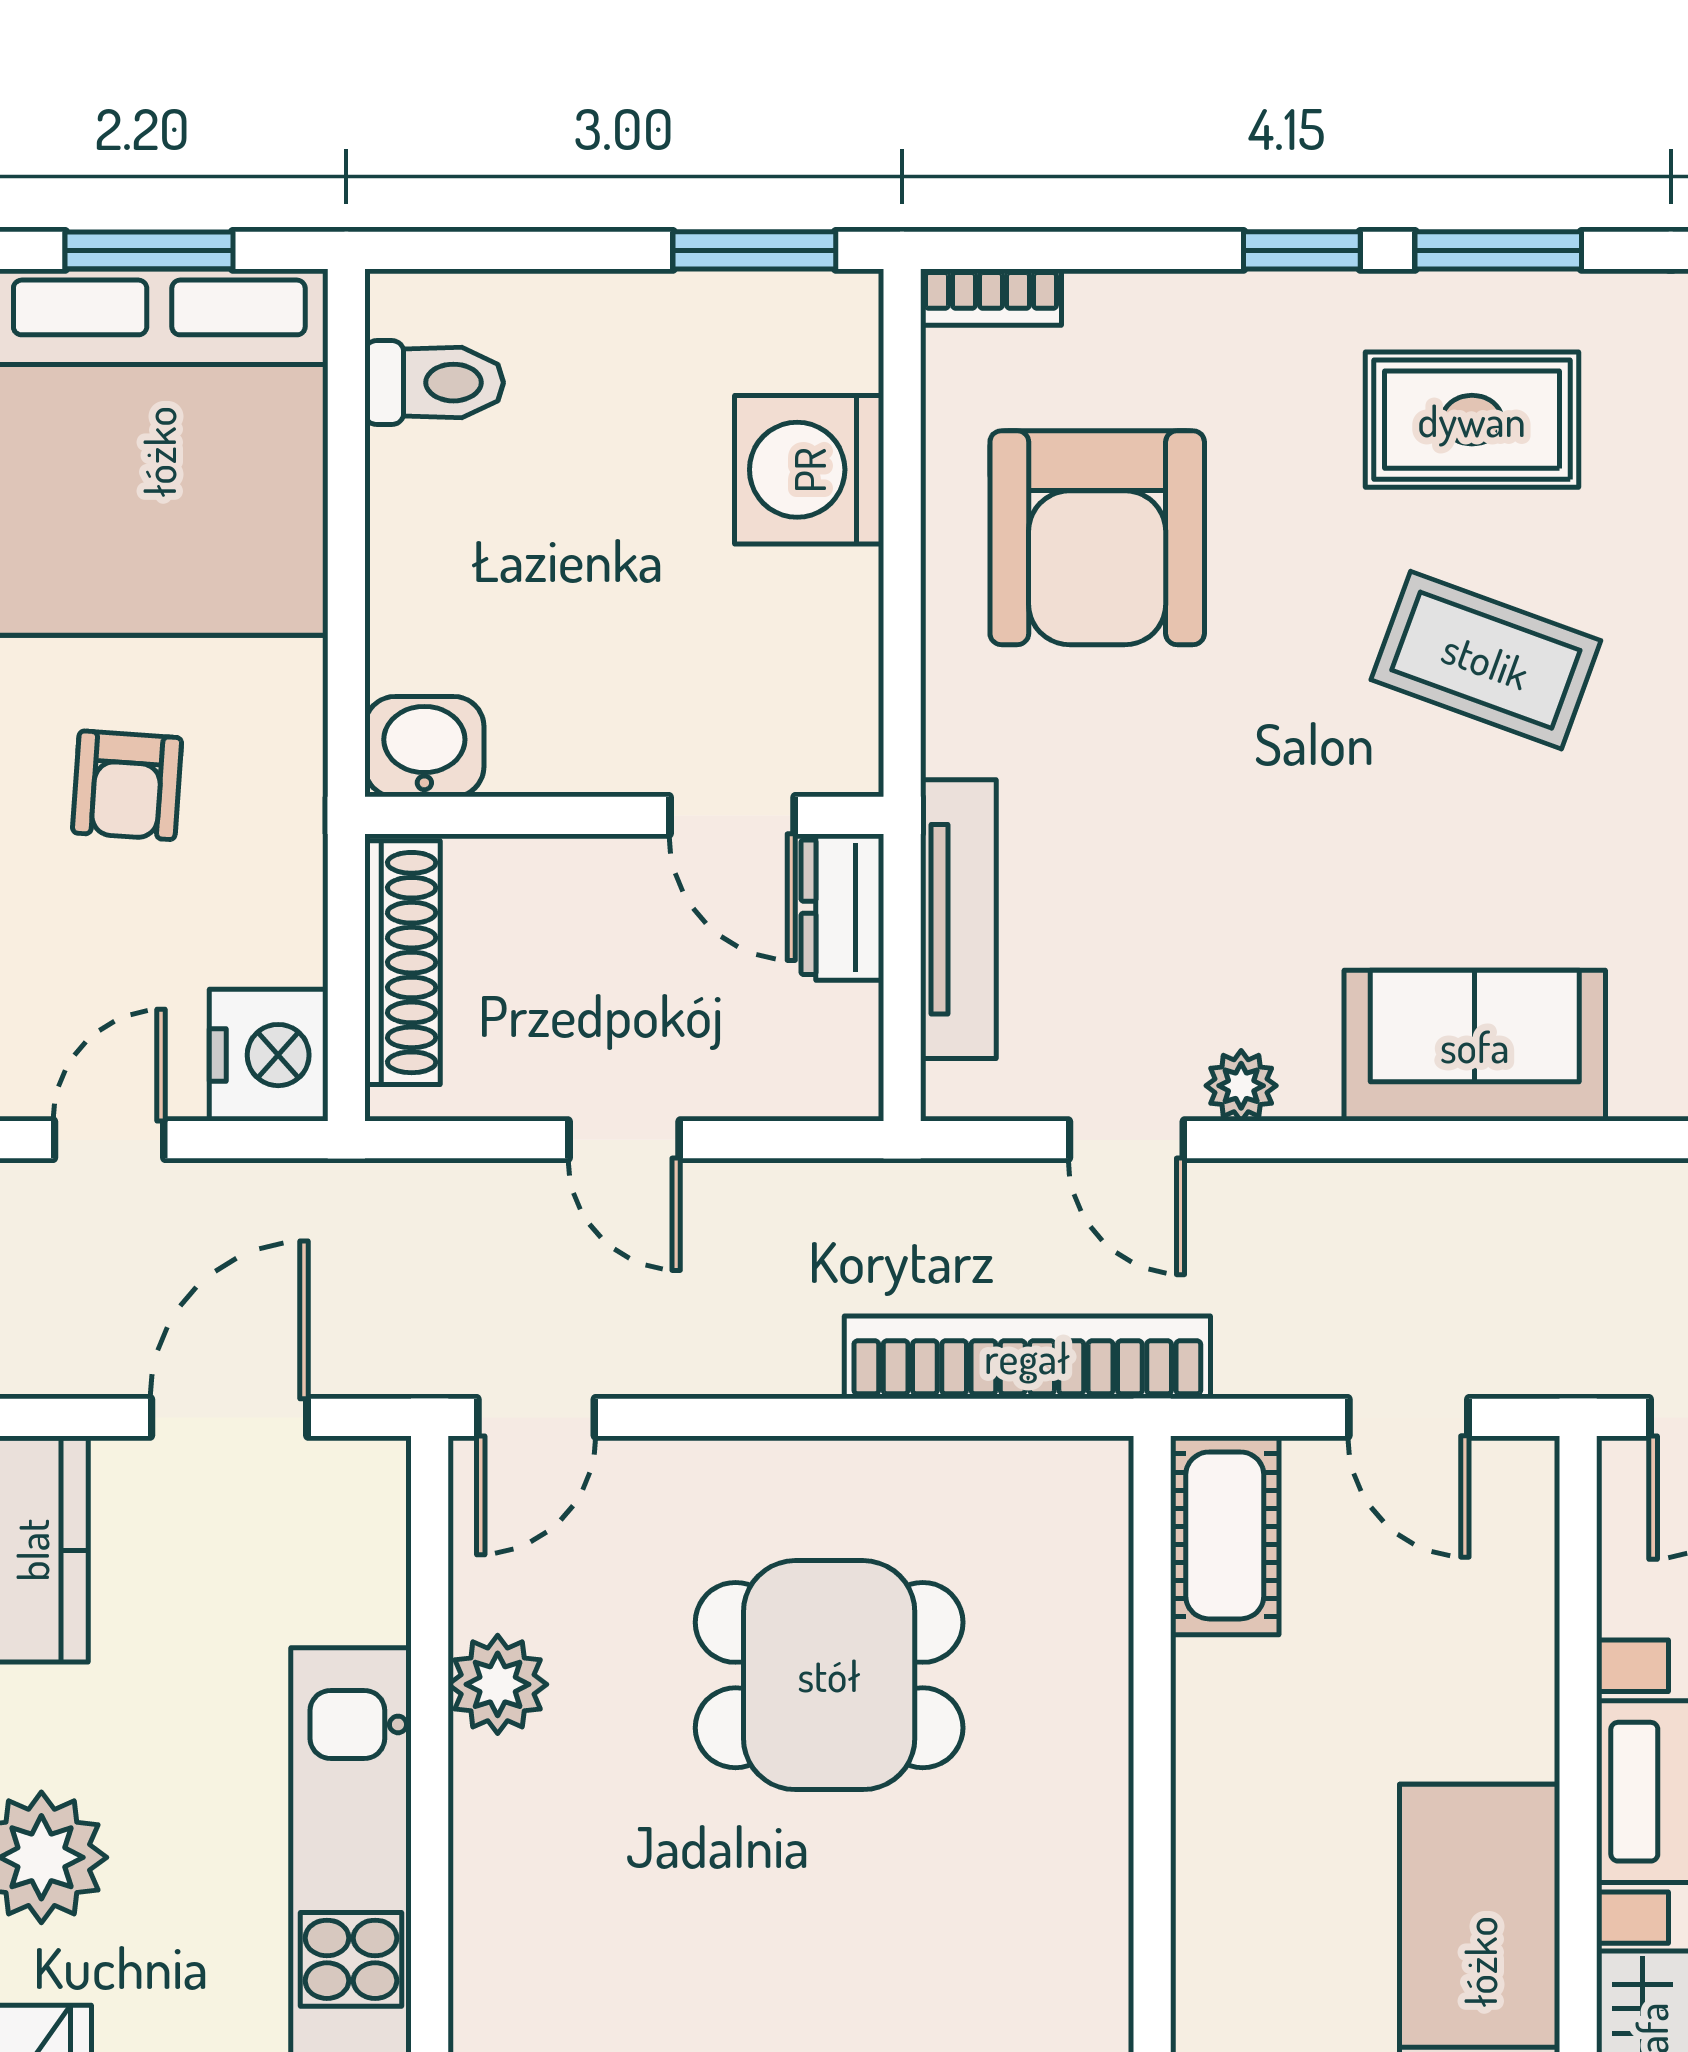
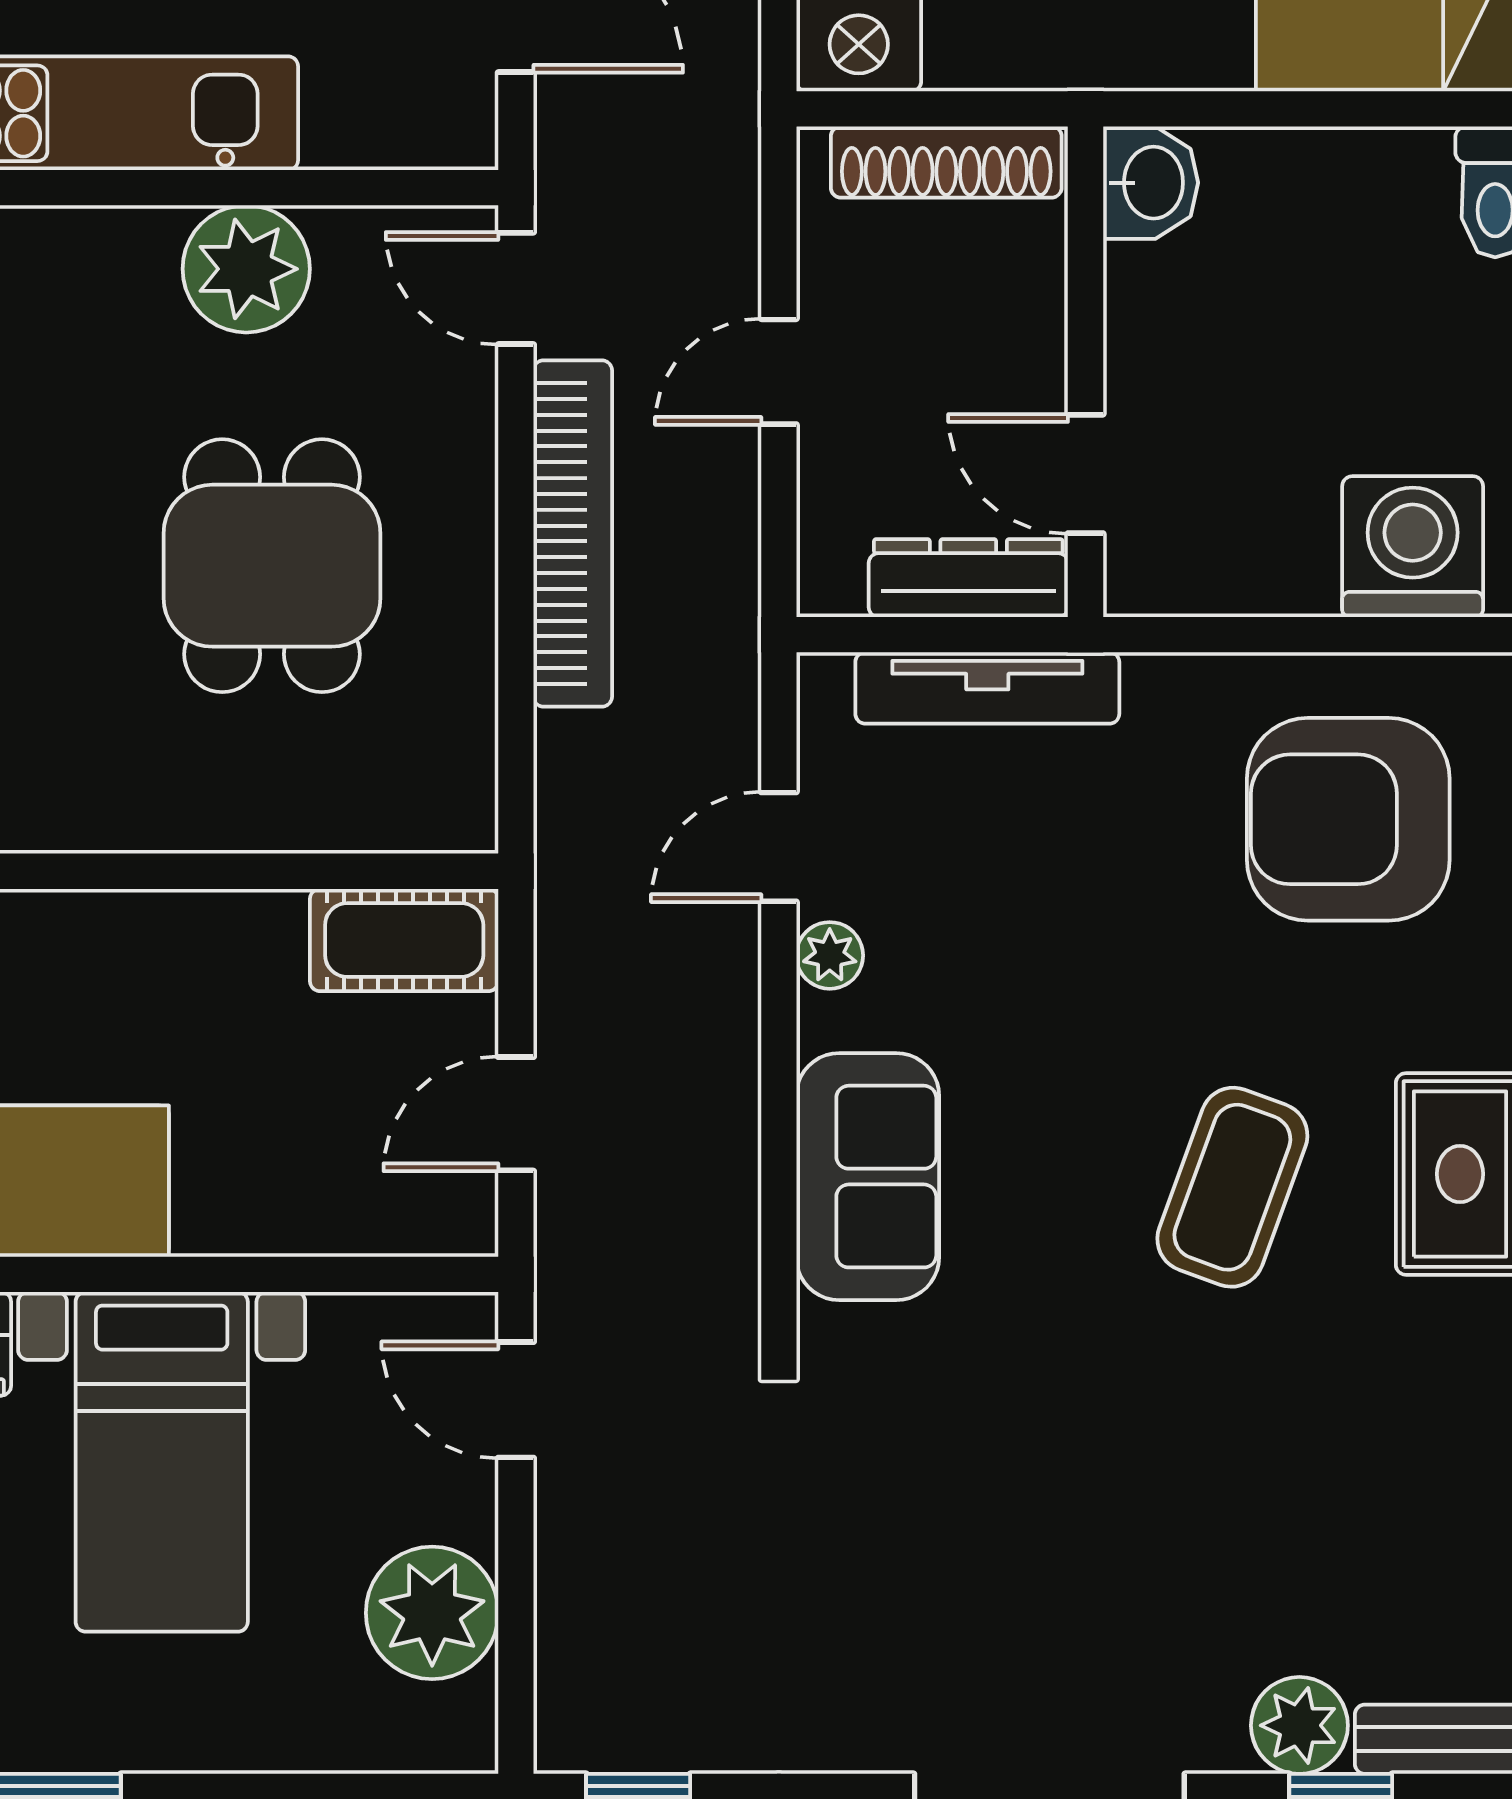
door: (732, 815) -> (1086, 474), hinge flipped
dresser: (842, 907) -> (968, 578), width x1.44
bookcase: (1027, 1357) -> (573, 533), moved
plant: (498, 1684) -> (246, 269), width x1.36, depth x1.36

